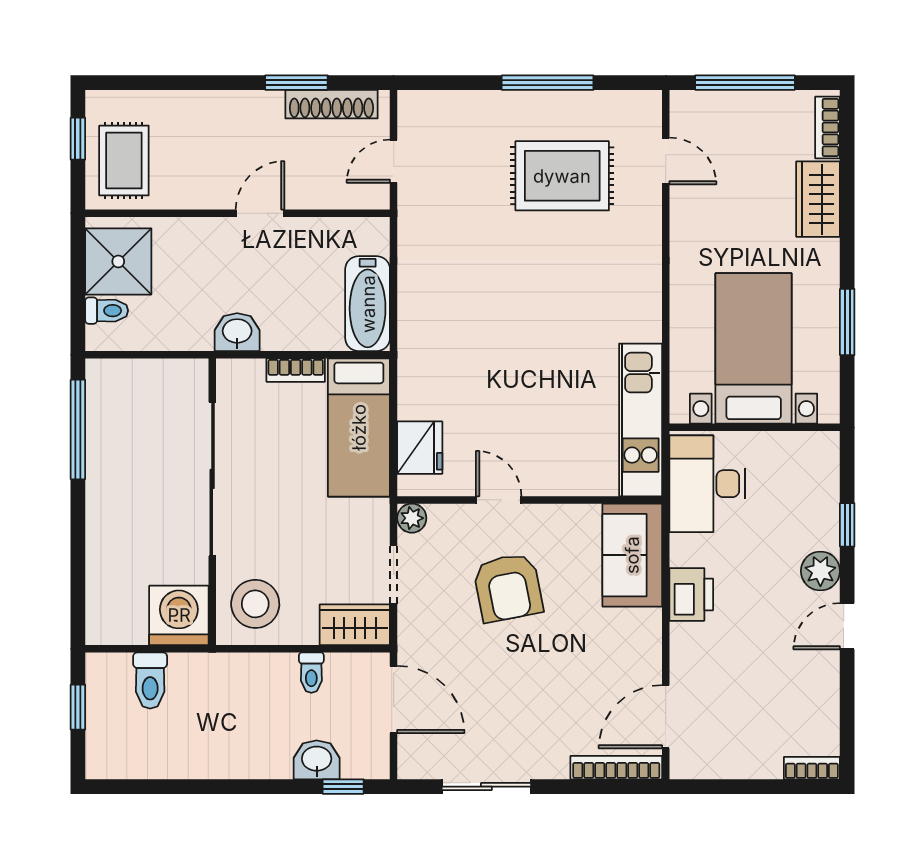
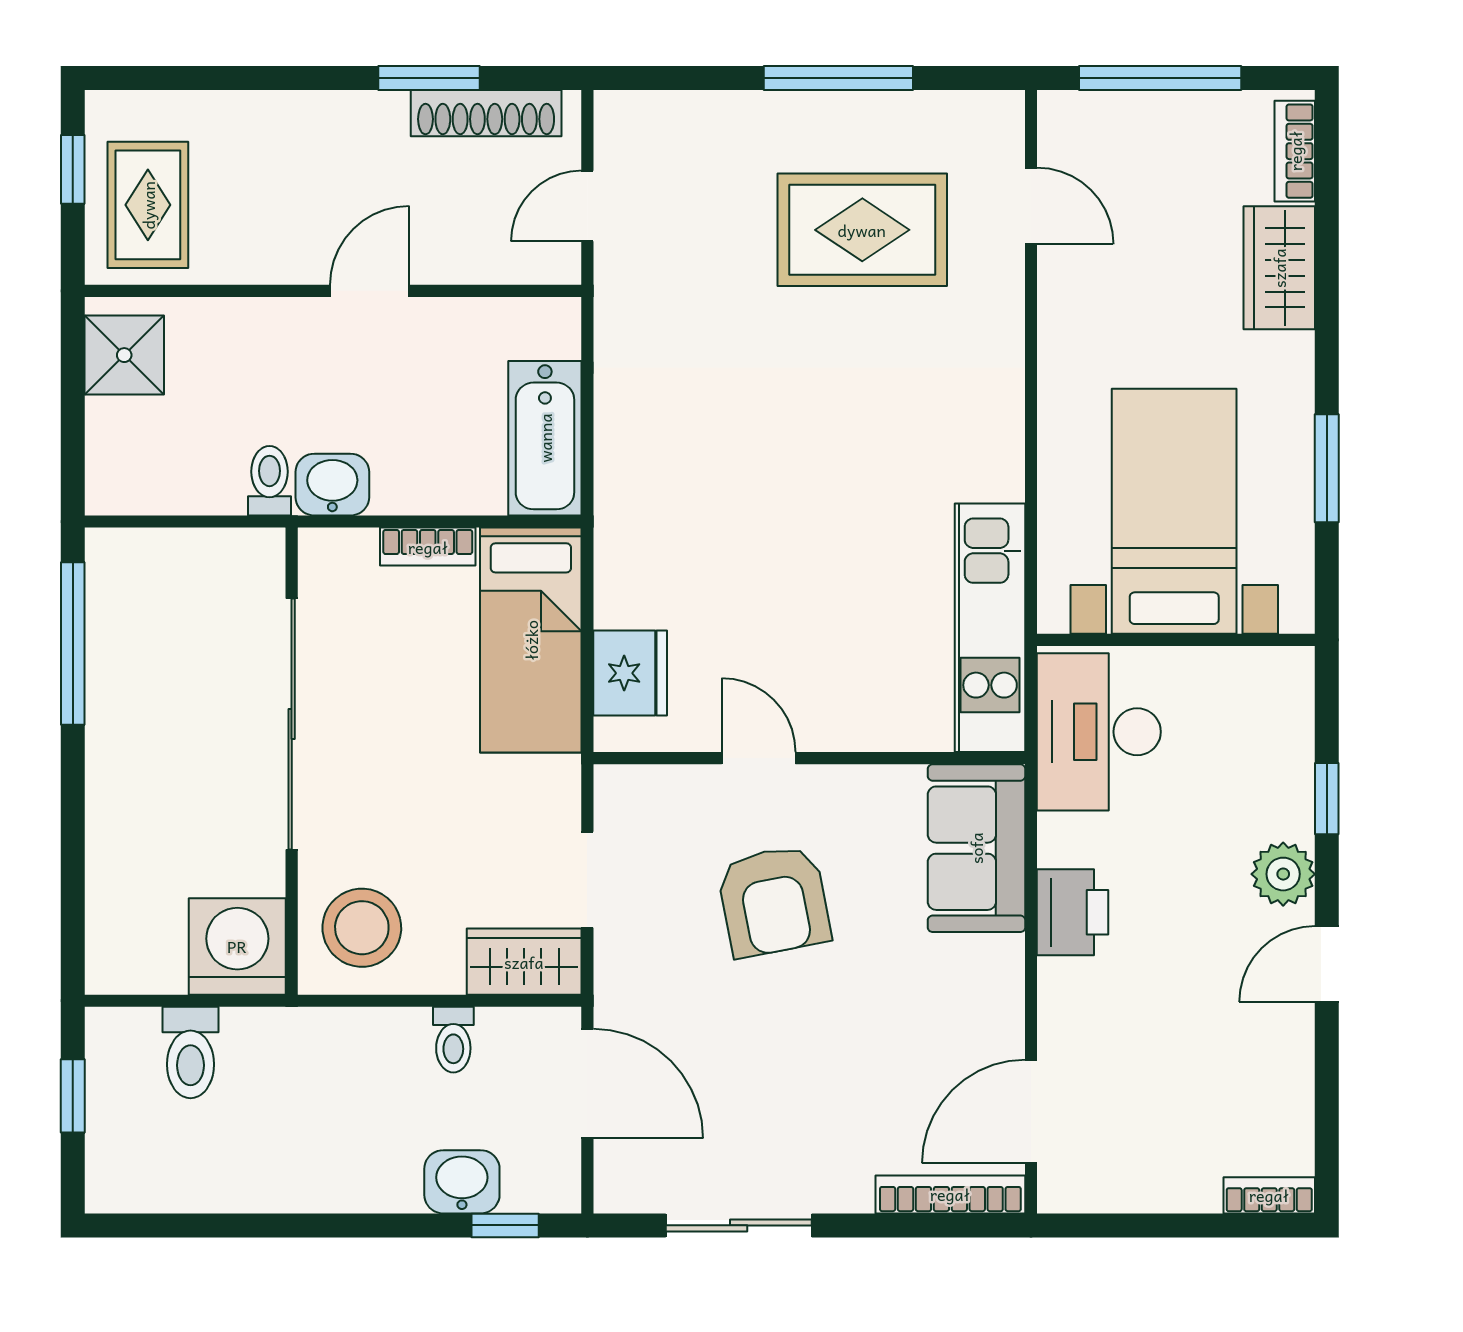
shower: (118, 261) -> (124, 355), width x0.73, depth x0.73
toilet: (107, 311) -> (269, 481), moved, turned -90
plant: (412, 518) -> (617, 788), removed

